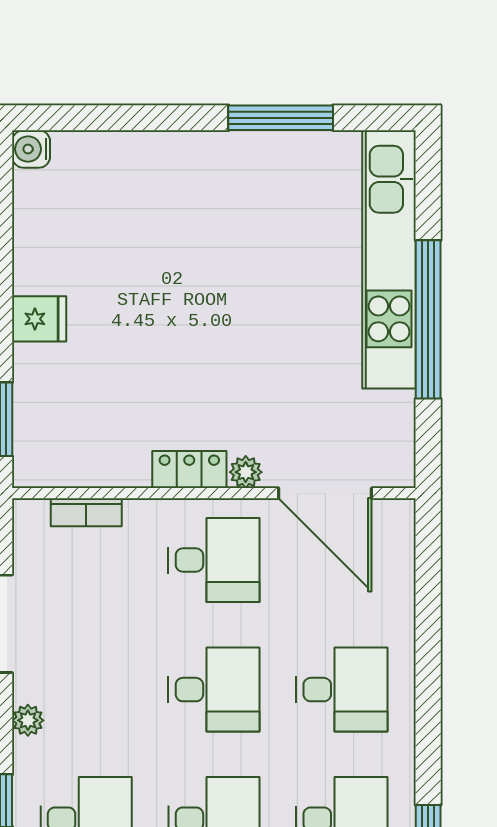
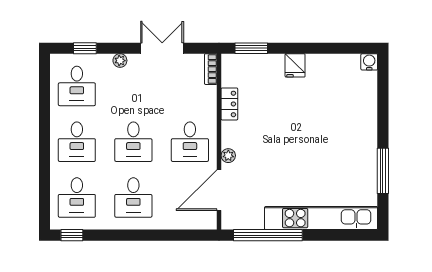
window: (428, 319) -> (268, 235), moved
locker: (189, 470) -> (229, 104), moved
bookcase: (86, 512) -> (211, 69), moved

